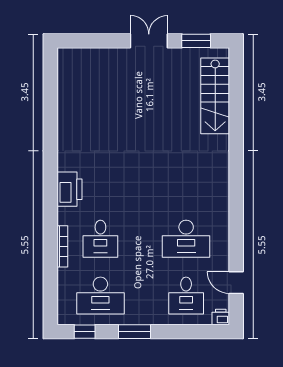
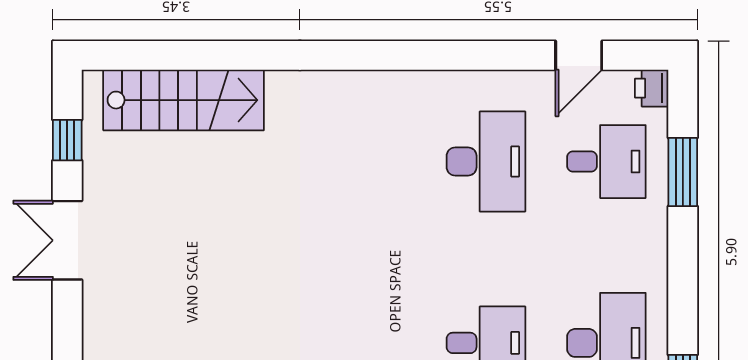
window: (196, 41) -> (67, 140), width x0.67
window: (135, 332) -> (683, 172), moved

